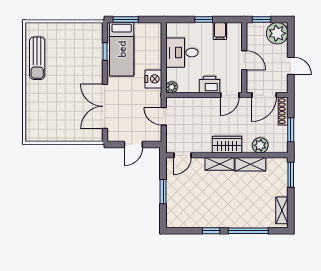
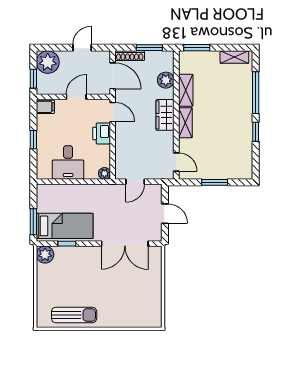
plant: (95, 31) -> (45, 255), added
filing cabinet: (220, 31) -> (45, 107), moved
nightstand: (153, 79) -> (96, 192), removed

